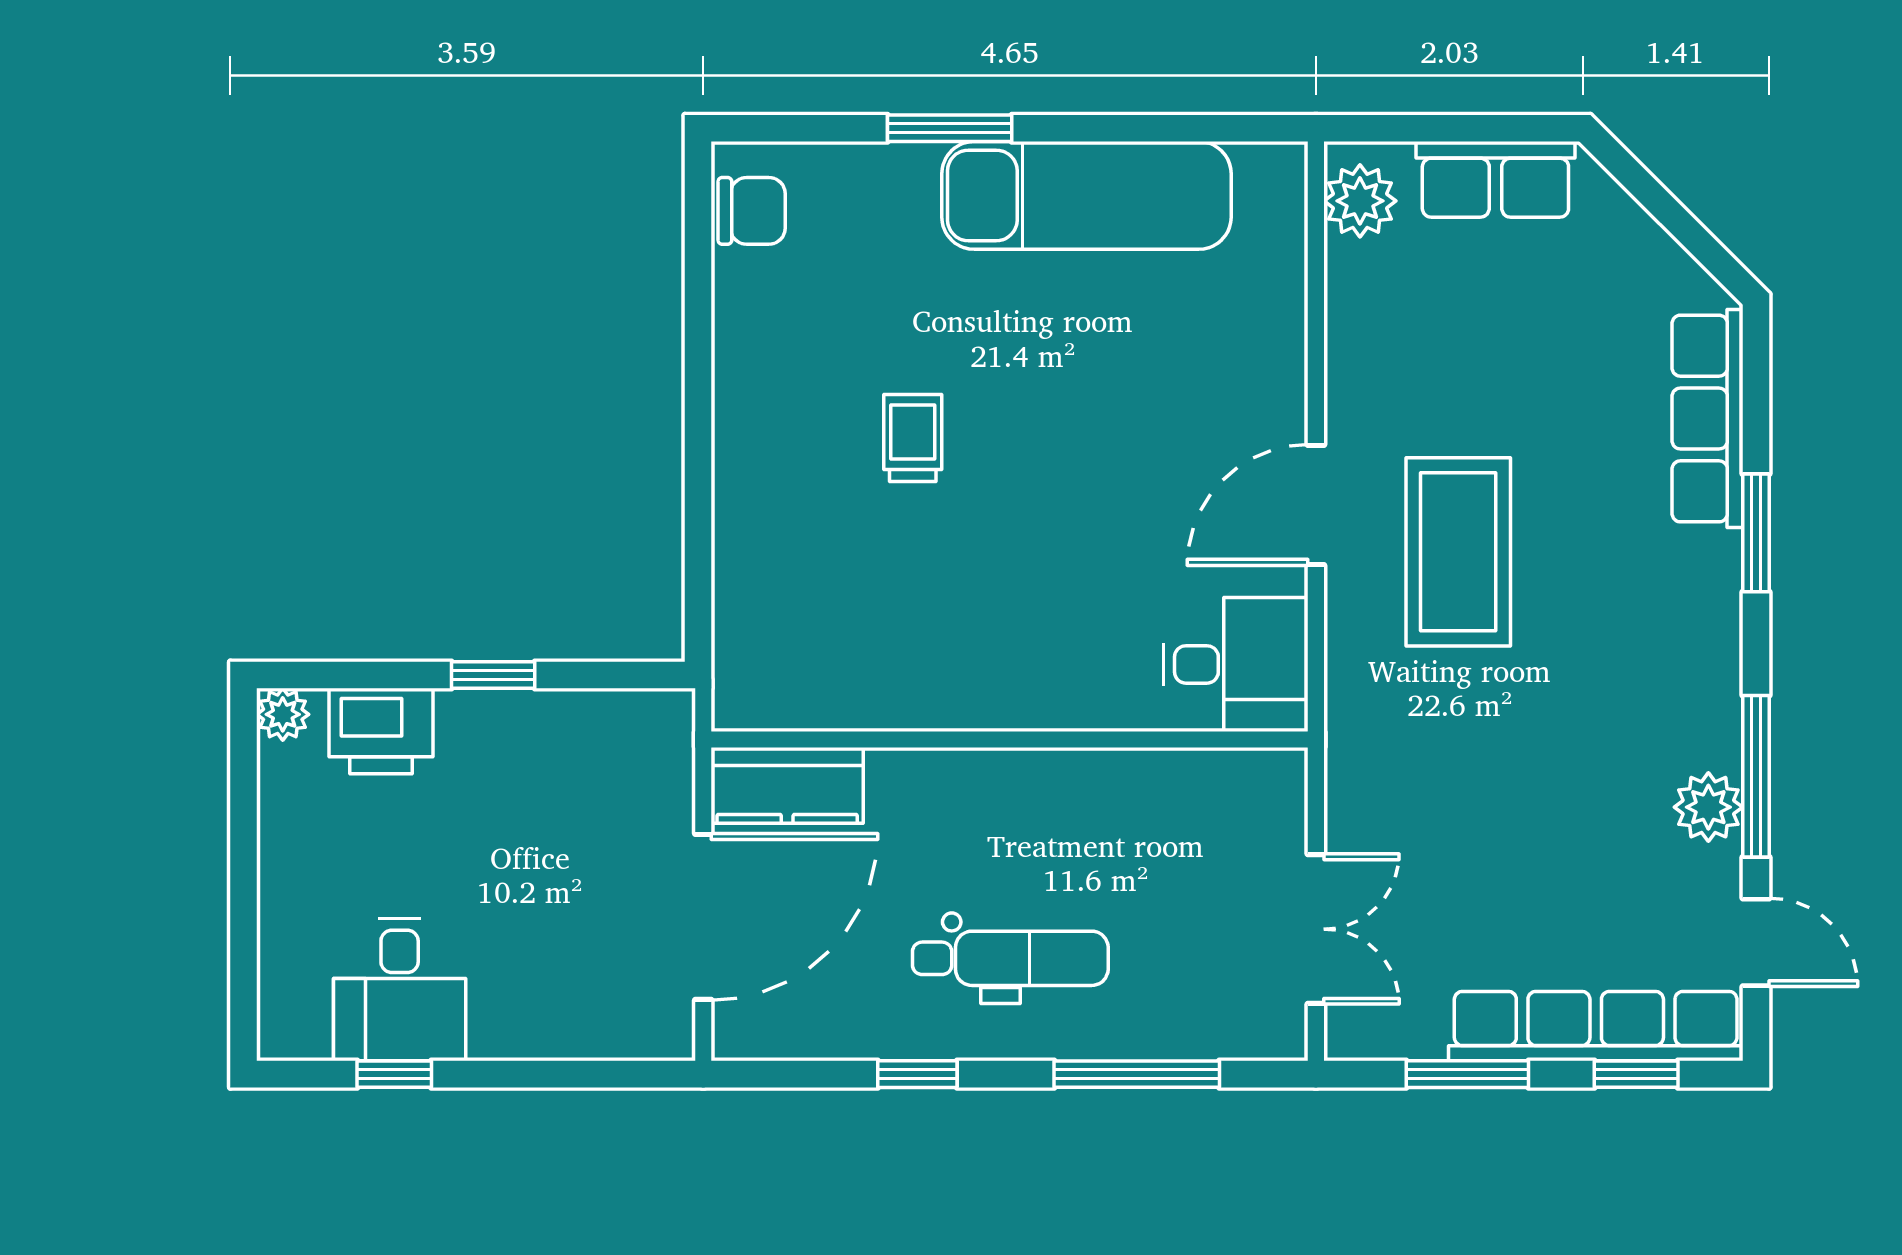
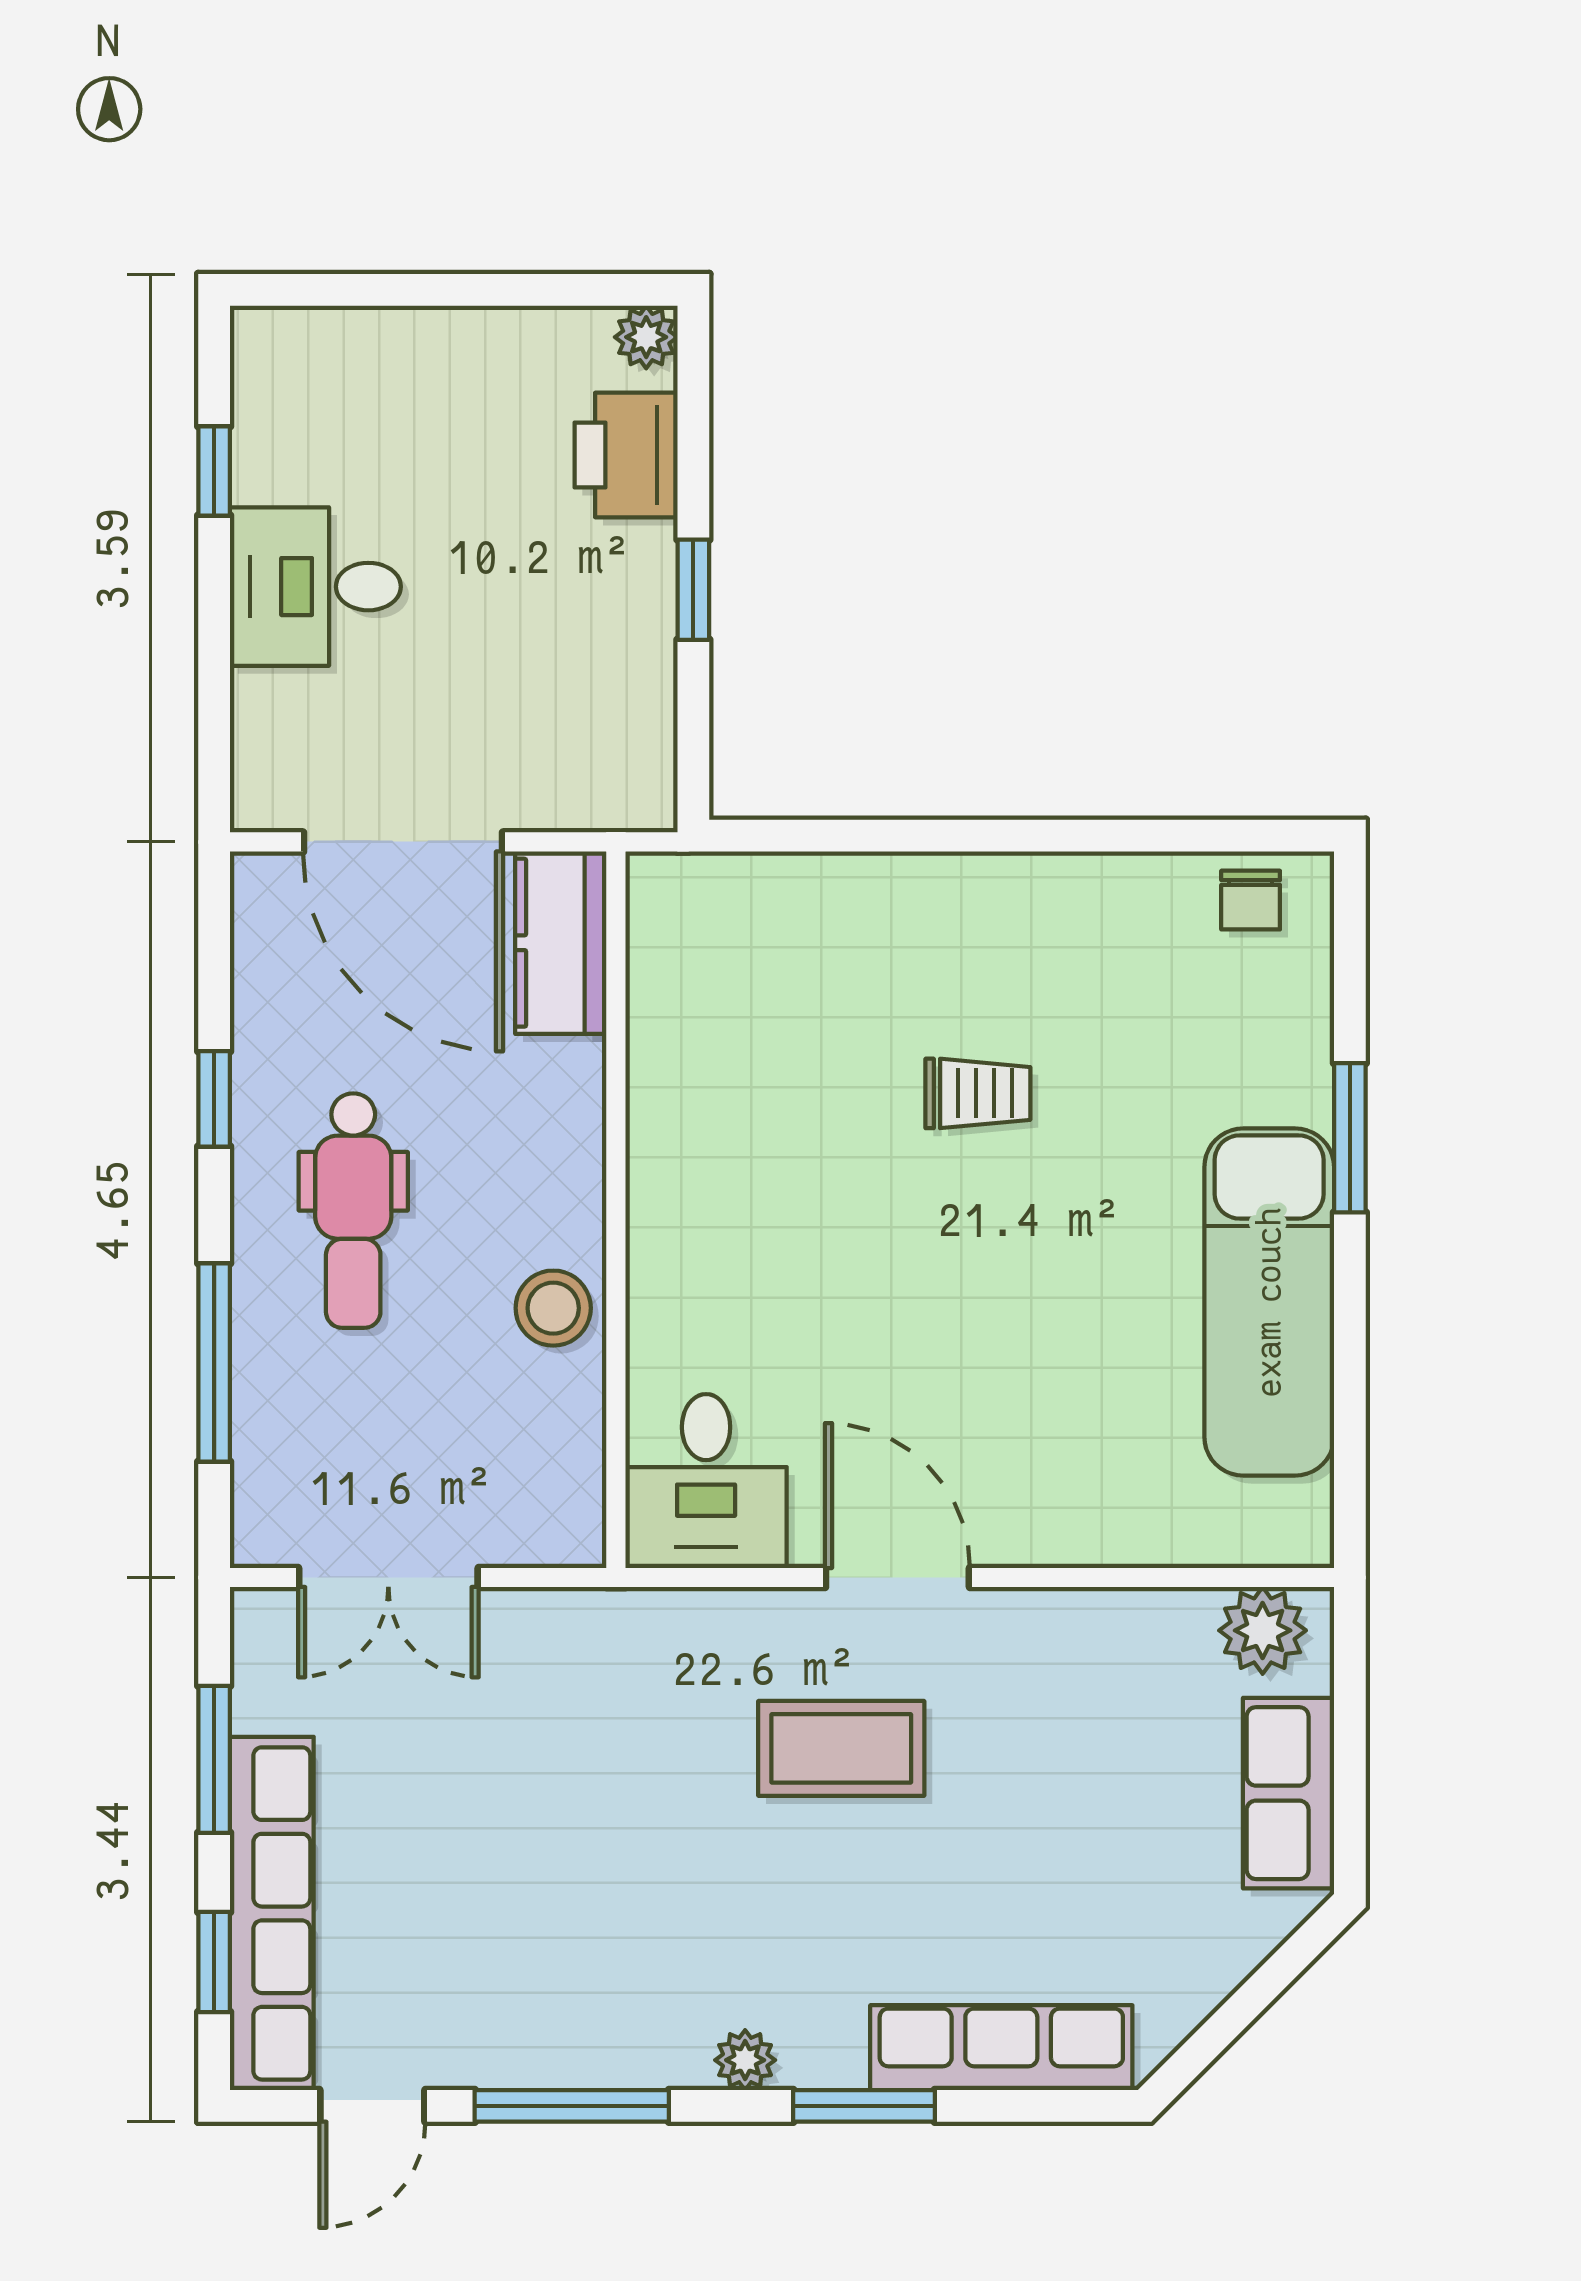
chair: (752, 211) -> (1251, 900), width x0.73, depth x0.73
coffee table: (1458, 552) -> (841, 1748), width x0.73, depth x0.76
stool: (1092, 792) -> (553, 1308), added
plant: (1708, 807) -> (745, 2060), moved, width x0.73, depth x0.73
desk: (400, 990) -> (315, 587), moved

